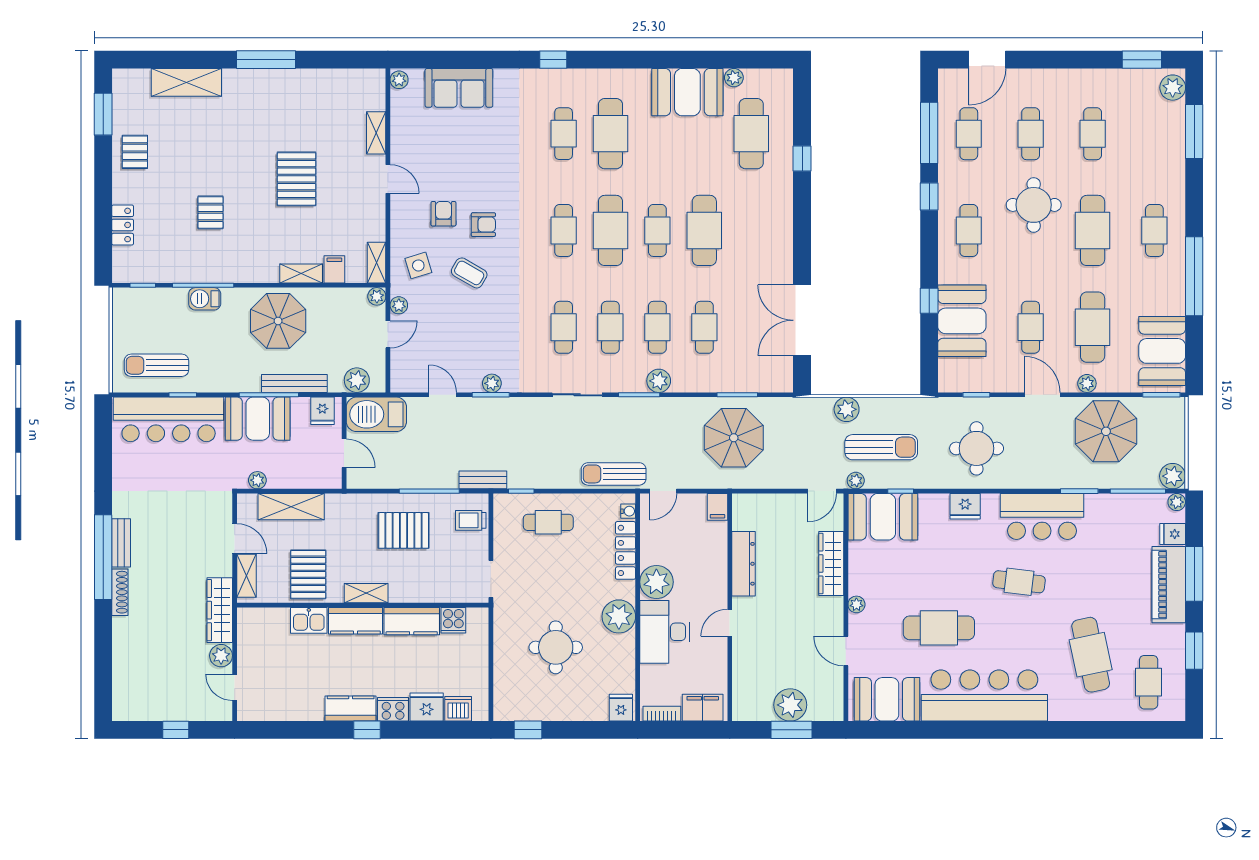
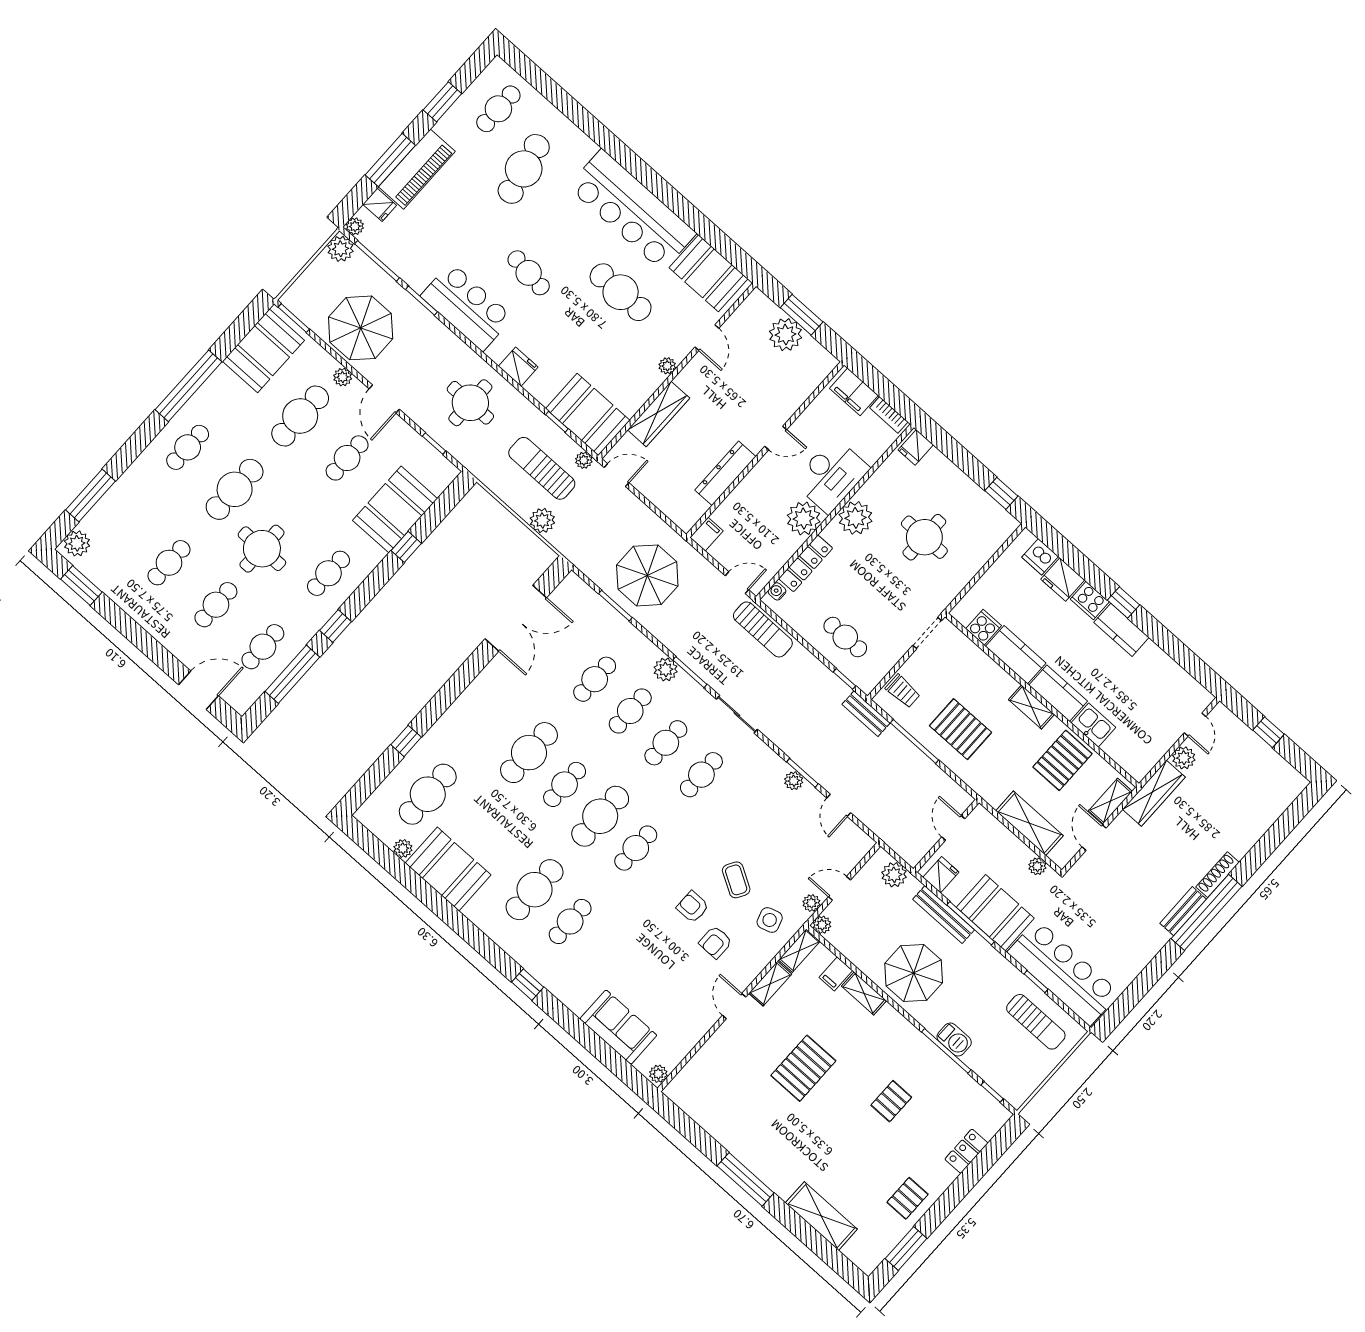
shelving: (376, 133) -> (770, 984), moved
barbecue: (376, 414) -> (902, 836), removed

